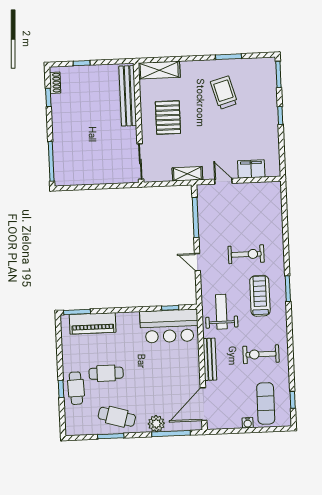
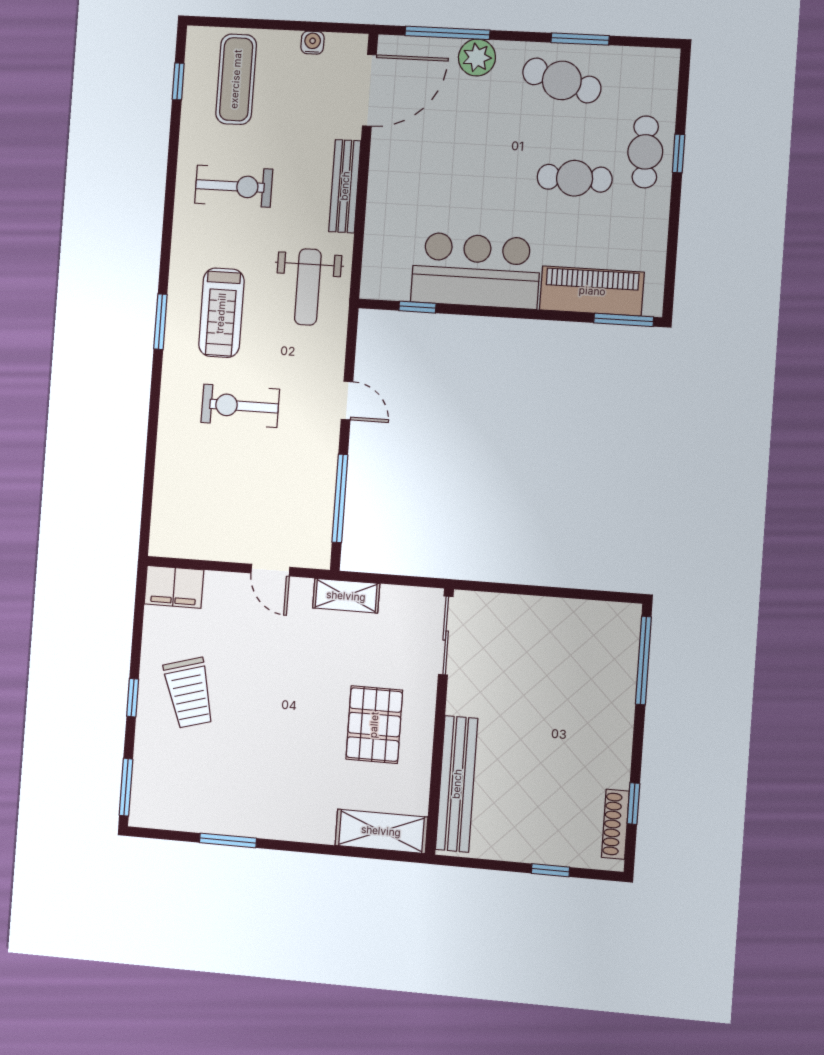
shoe rack: (55, 83) -> (615, 824), width x1.43
trolley: (224, 93) -> (189, 693), moved
filing cabinet: (251, 169) -> (174, 587), moved
bar counter: (169, 326) -> (476, 271), moved
water cooler: (248, 423) -> (312, 43), moved

